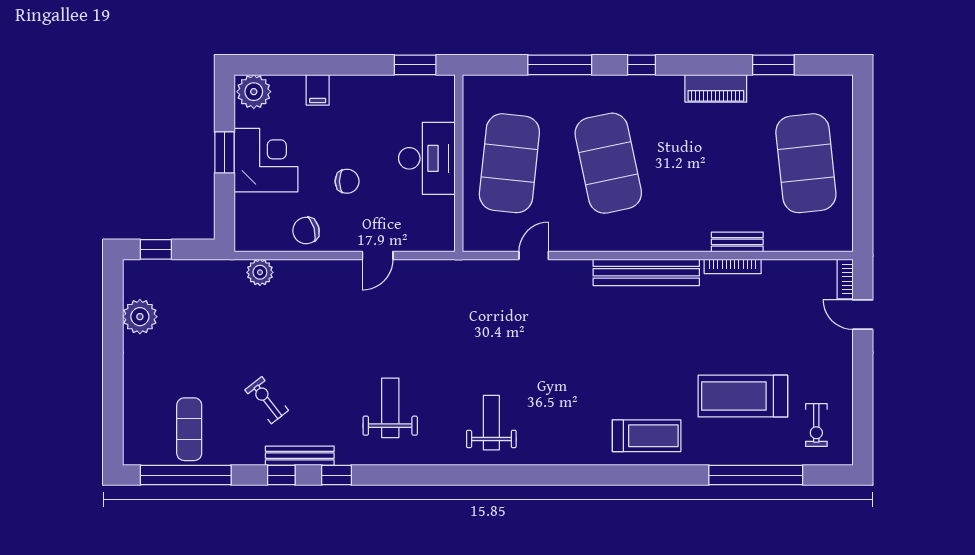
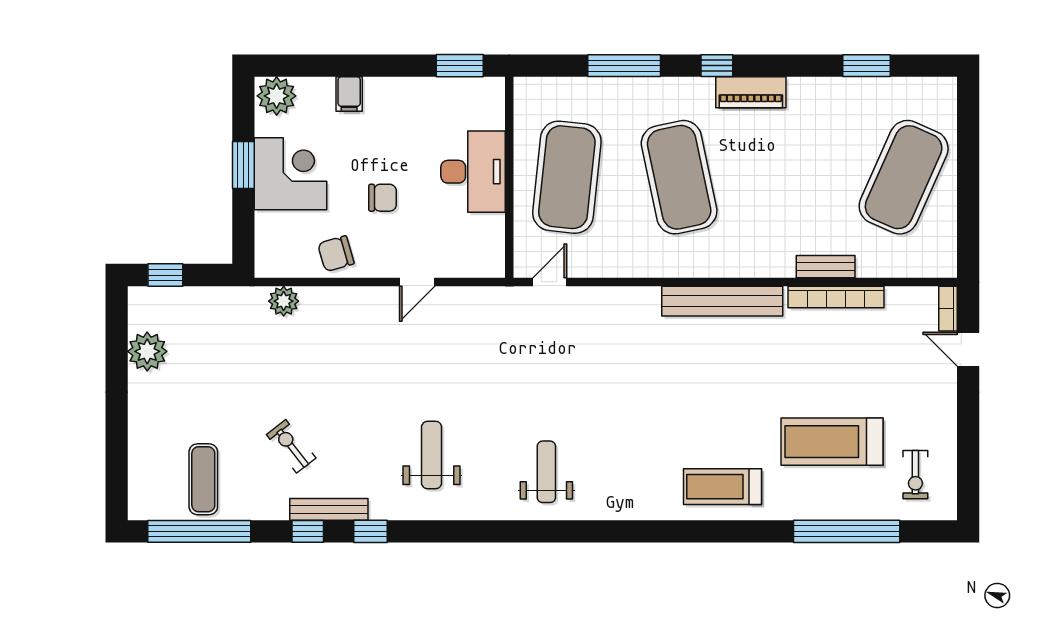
piano: (716, 88) -> (751, 92), moved
exercise mat: (806, 163) -> (904, 177), turned 30
door: (534, 255) -> (550, 282), moved
bookcase: (733, 266) -> (836, 297), width x1.48, depth x1.31
treadmill: (647, 436) -> (723, 487), turned 180

